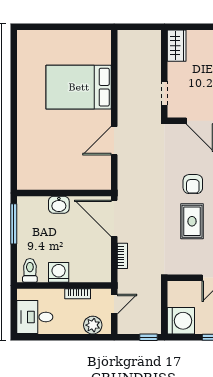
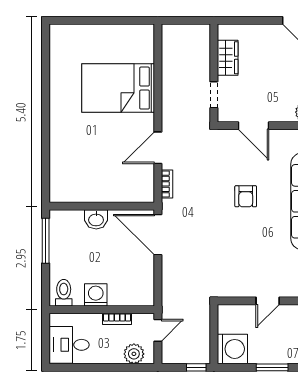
wardrobe: (177, 46) -> (228, 58), moved
rug: (192, 221) -> (245, 238), removed
bookcase: (122, 256) -> (167, 184), moved

